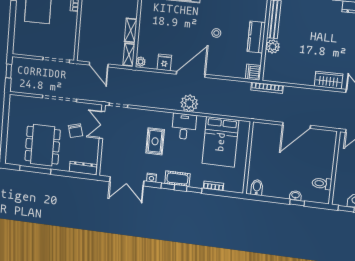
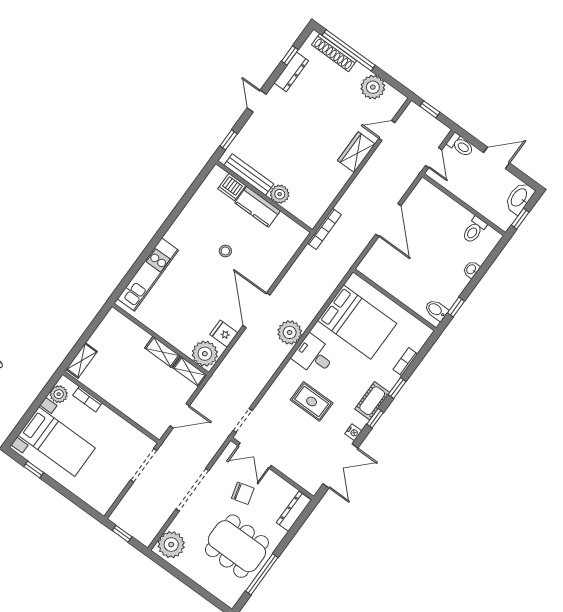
plant: (141, 62) -> (205, 354), width x1.87, depth x1.87
dishwasher: (253, 72) -> (232, 187), moved
plant: (20, 105) -> (171, 545), added
window: (297, 203) -> (456, 307), moved

